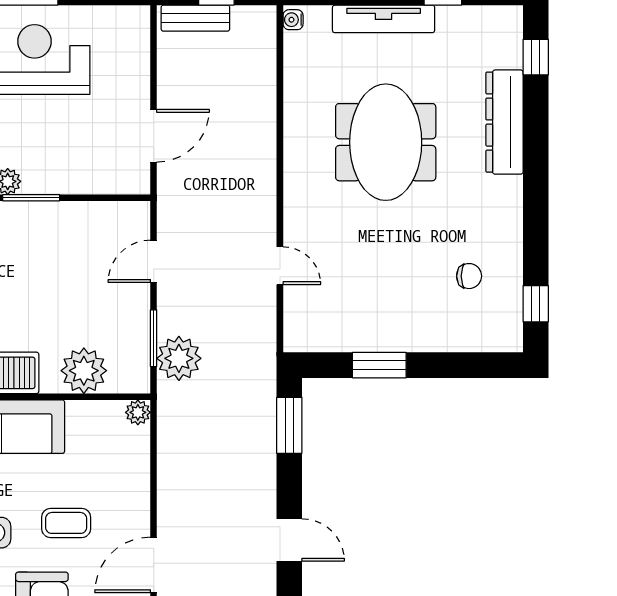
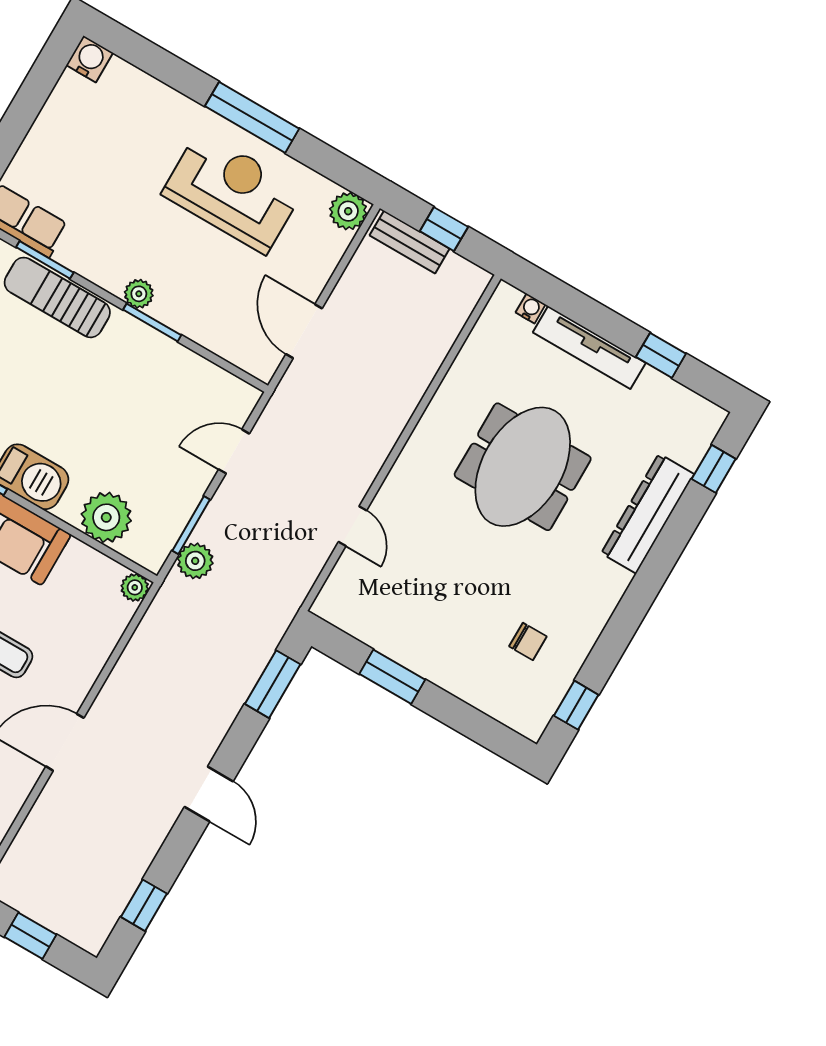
water cooler: (293, 20) -> (531, 308), moved, turned 90
plant: (133, 22) -> (348, 211), added
door: (154, 136) -> (304, 331), swing flipped
plant: (179, 358) -> (195, 561), width x0.73, depth x0.73

